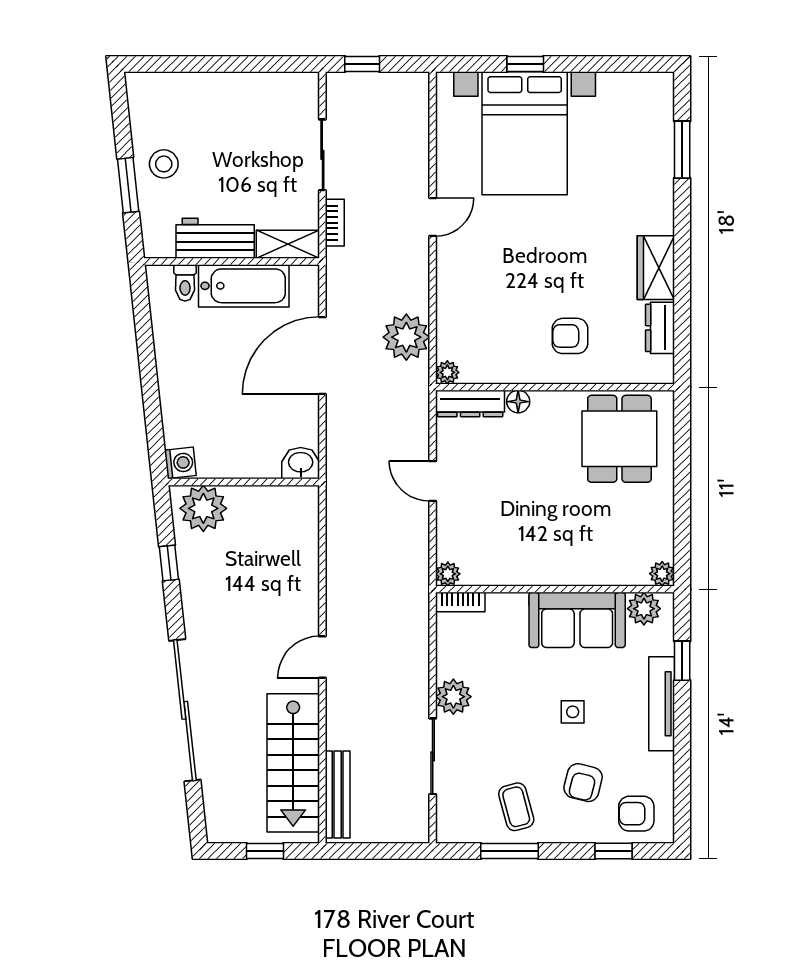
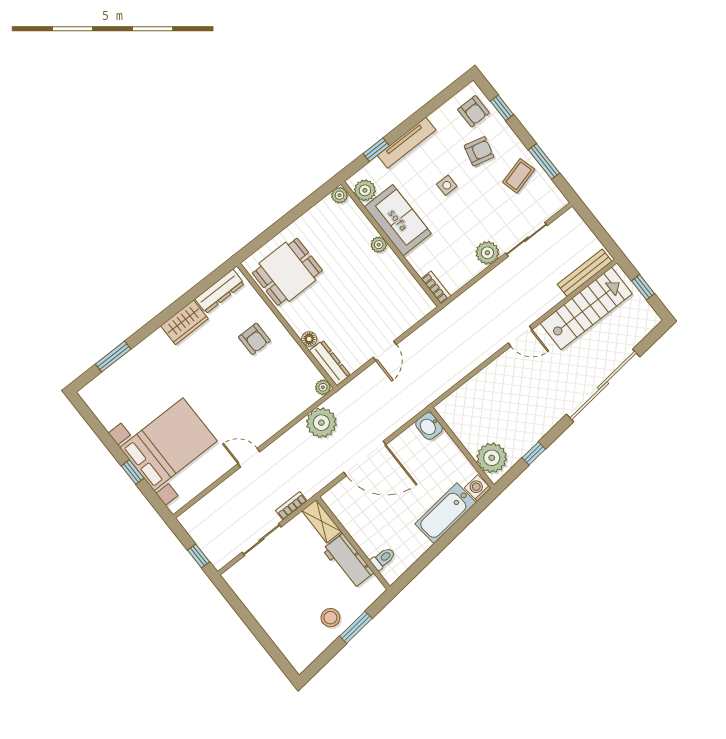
bathtub: (244, 286) -> (445, 513), moved, turned -96
dresser: (660, 328) -> (220, 291), width x1.44
plant: (448, 574) -> (379, 245), moved

